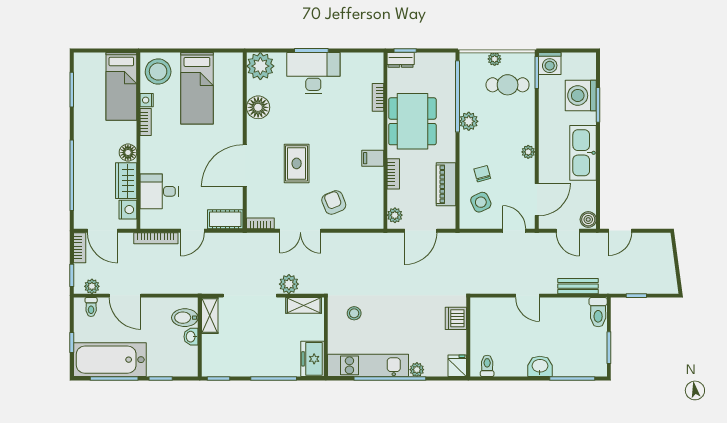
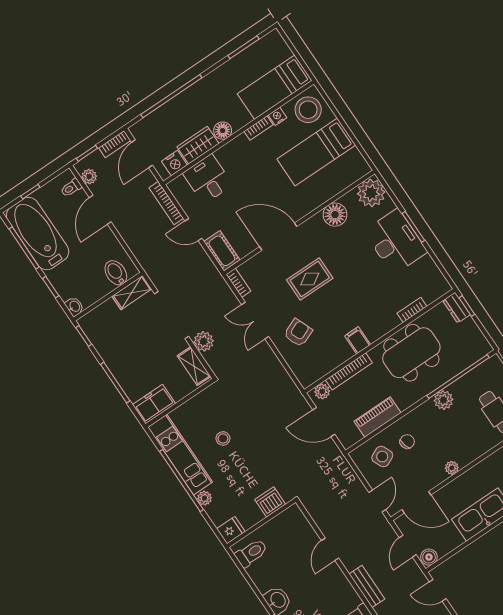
bookcase: (393, 174) -> (349, 371), width x1.56
stool: (354, 313) -> (223, 438), moved
washbasin: (191, 337) -> (74, 306), moved, turned 90
toilet: (487, 366) -> (251, 553), width x1.37, depth x1.39

